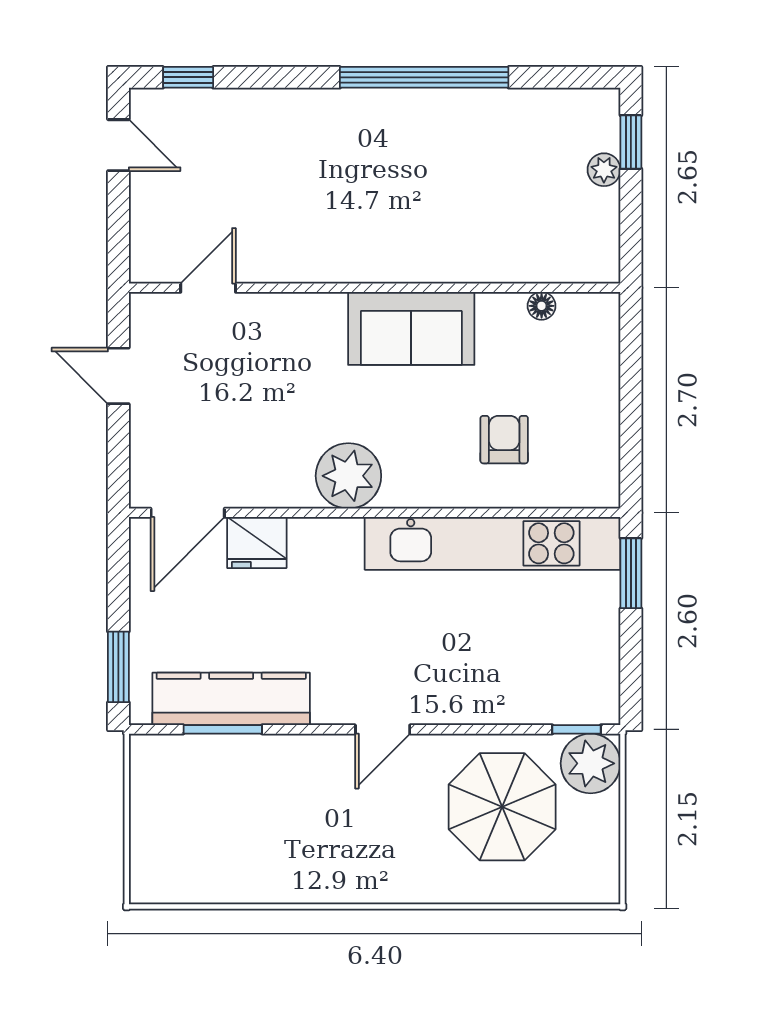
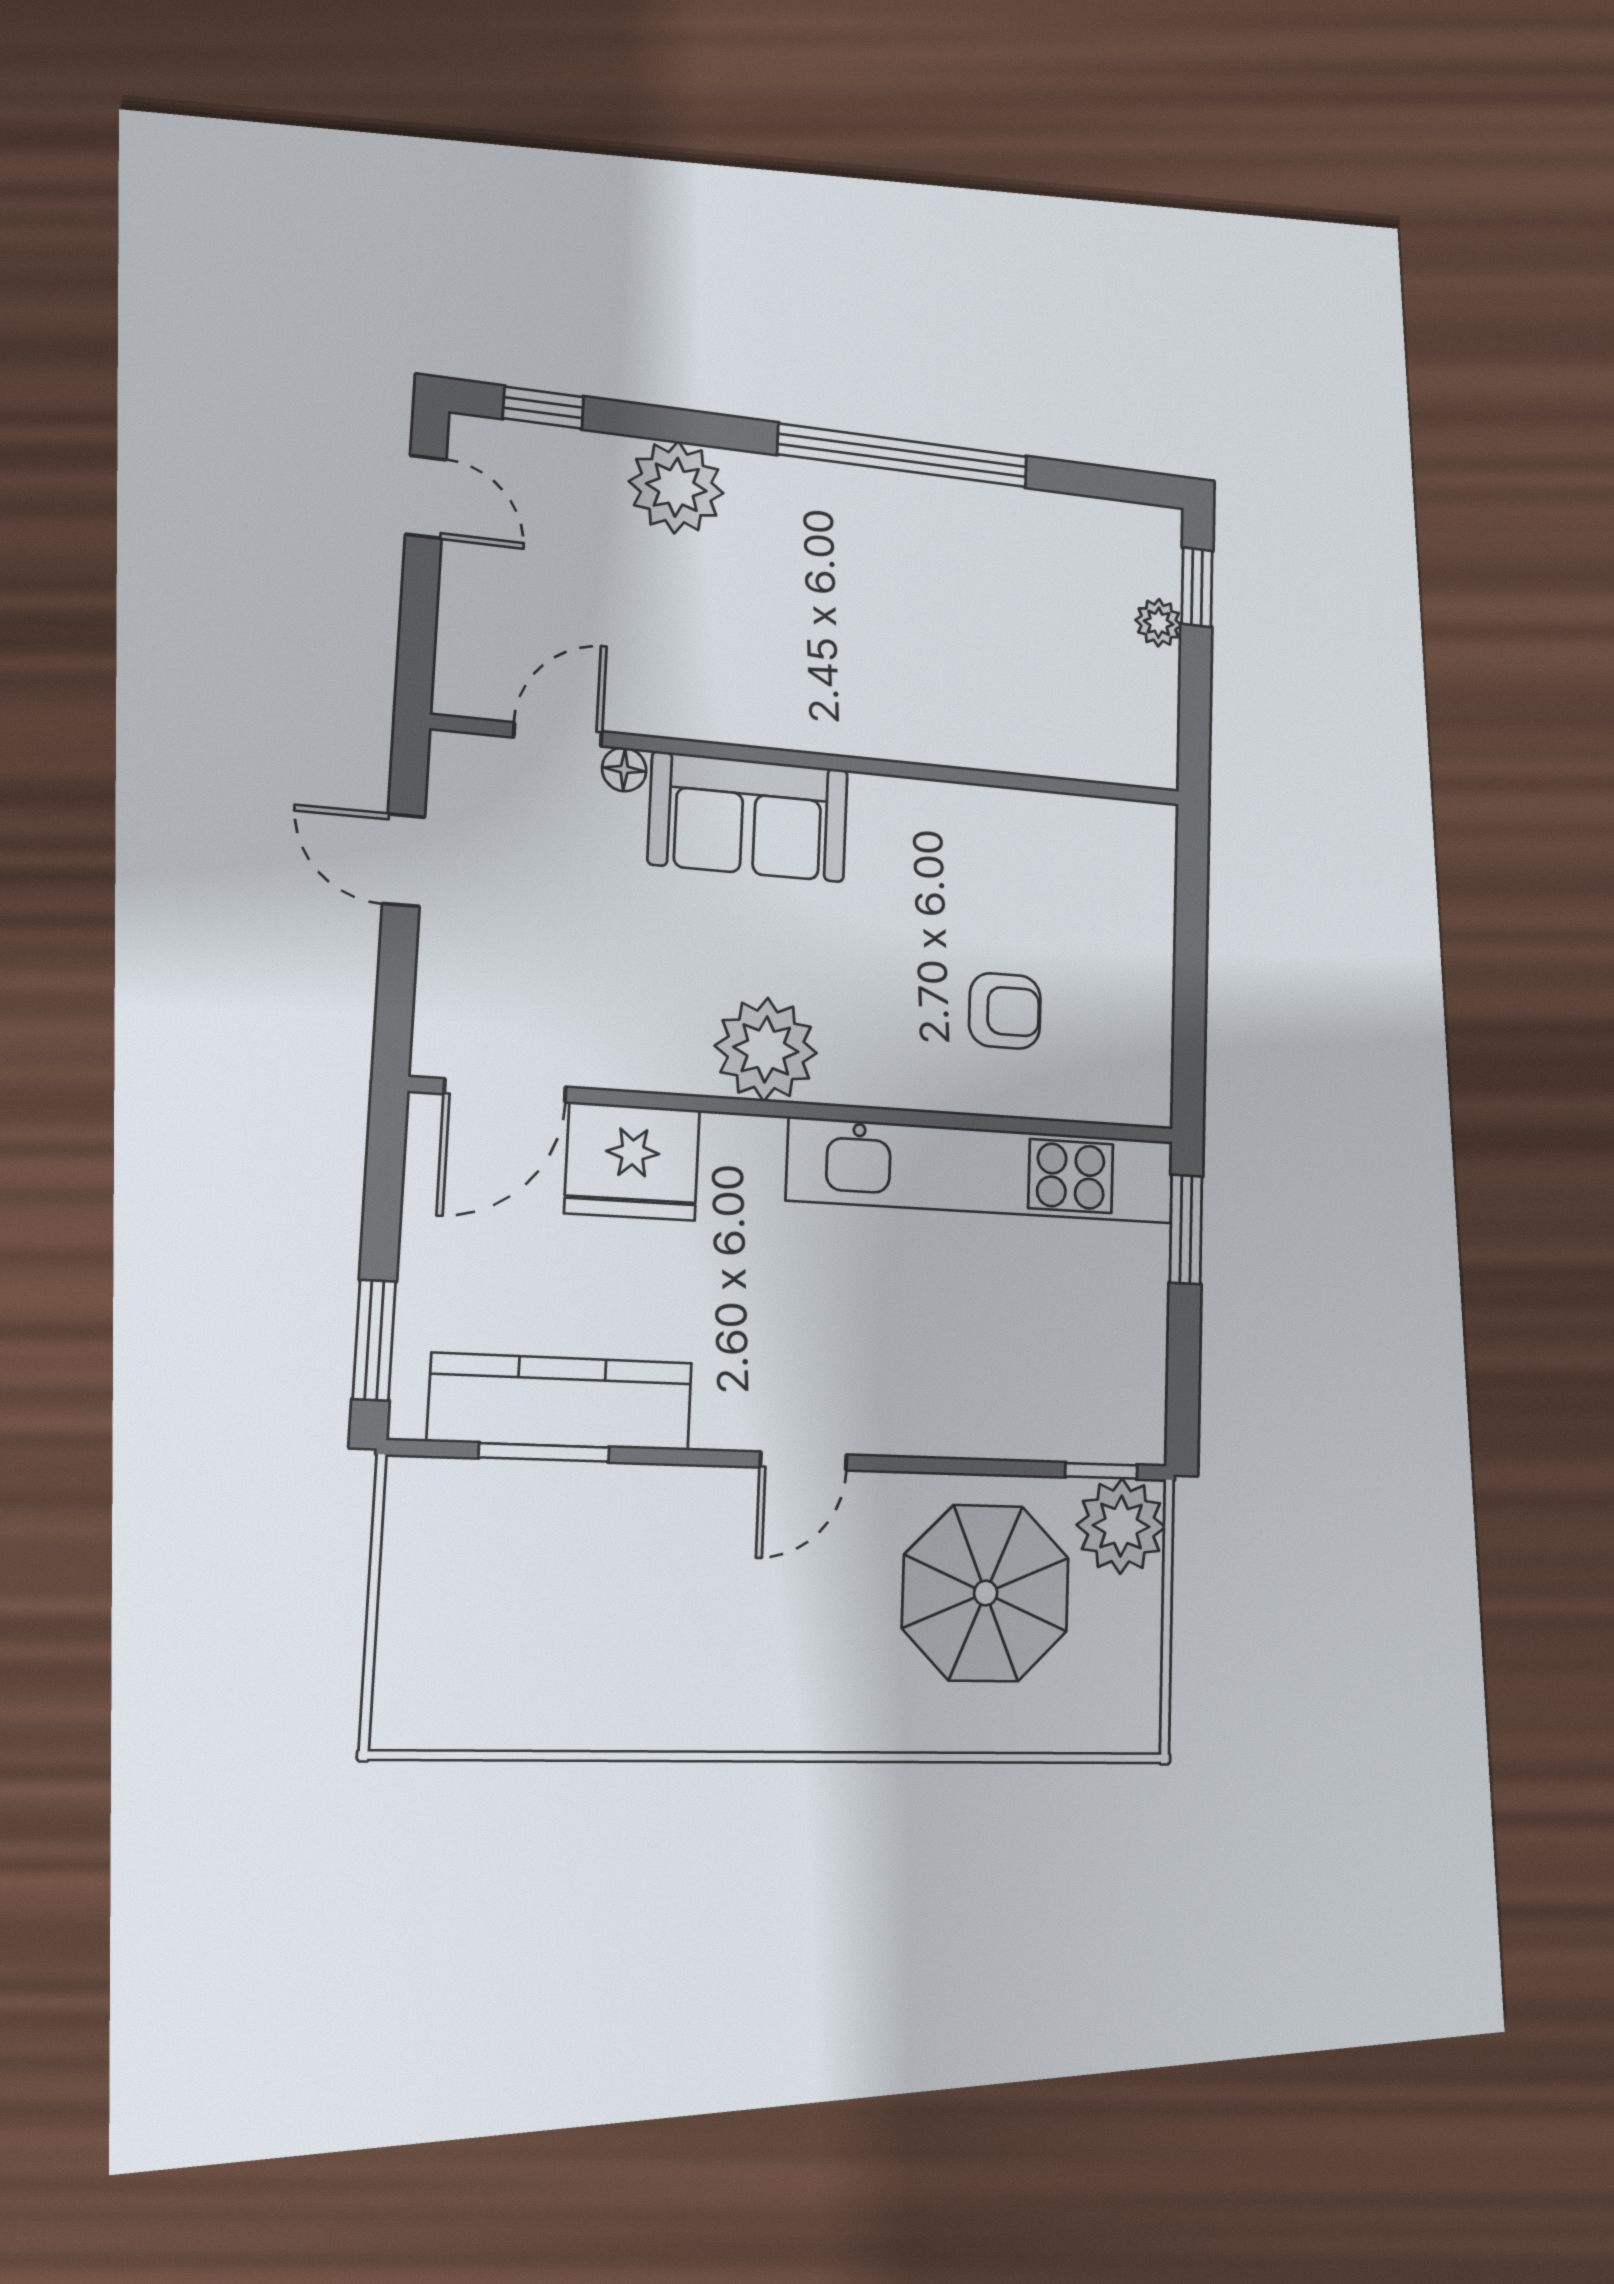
plant: (275, 118) -> (676, 487), added
floor lamp: (542, 306) -> (624, 769), moved
sofa: (411, 328) -> (748, 817), moved
armchair: (504, 440) -> (1005, 1011), turned 90
fridge: (257, 543) -> (632, 1161), width x1.36, depth x1.34

